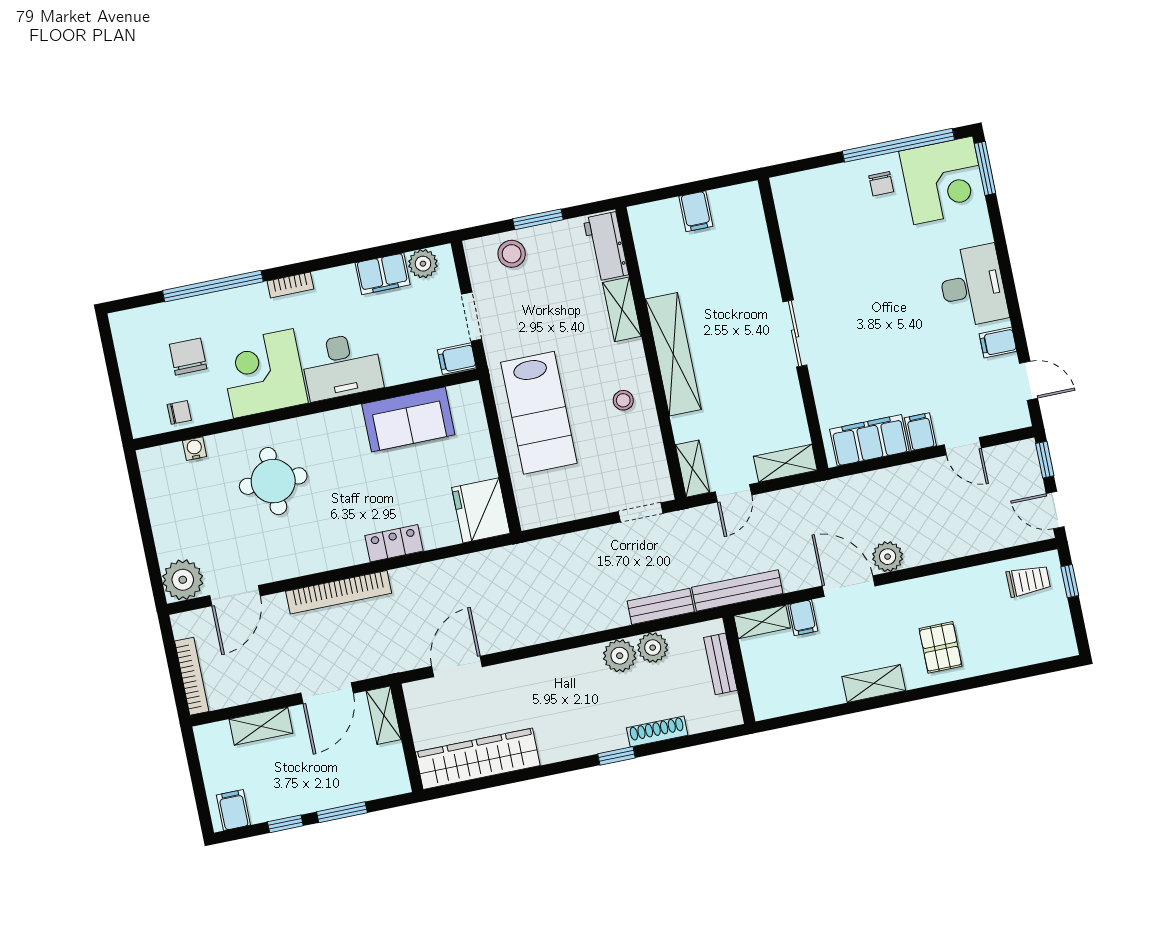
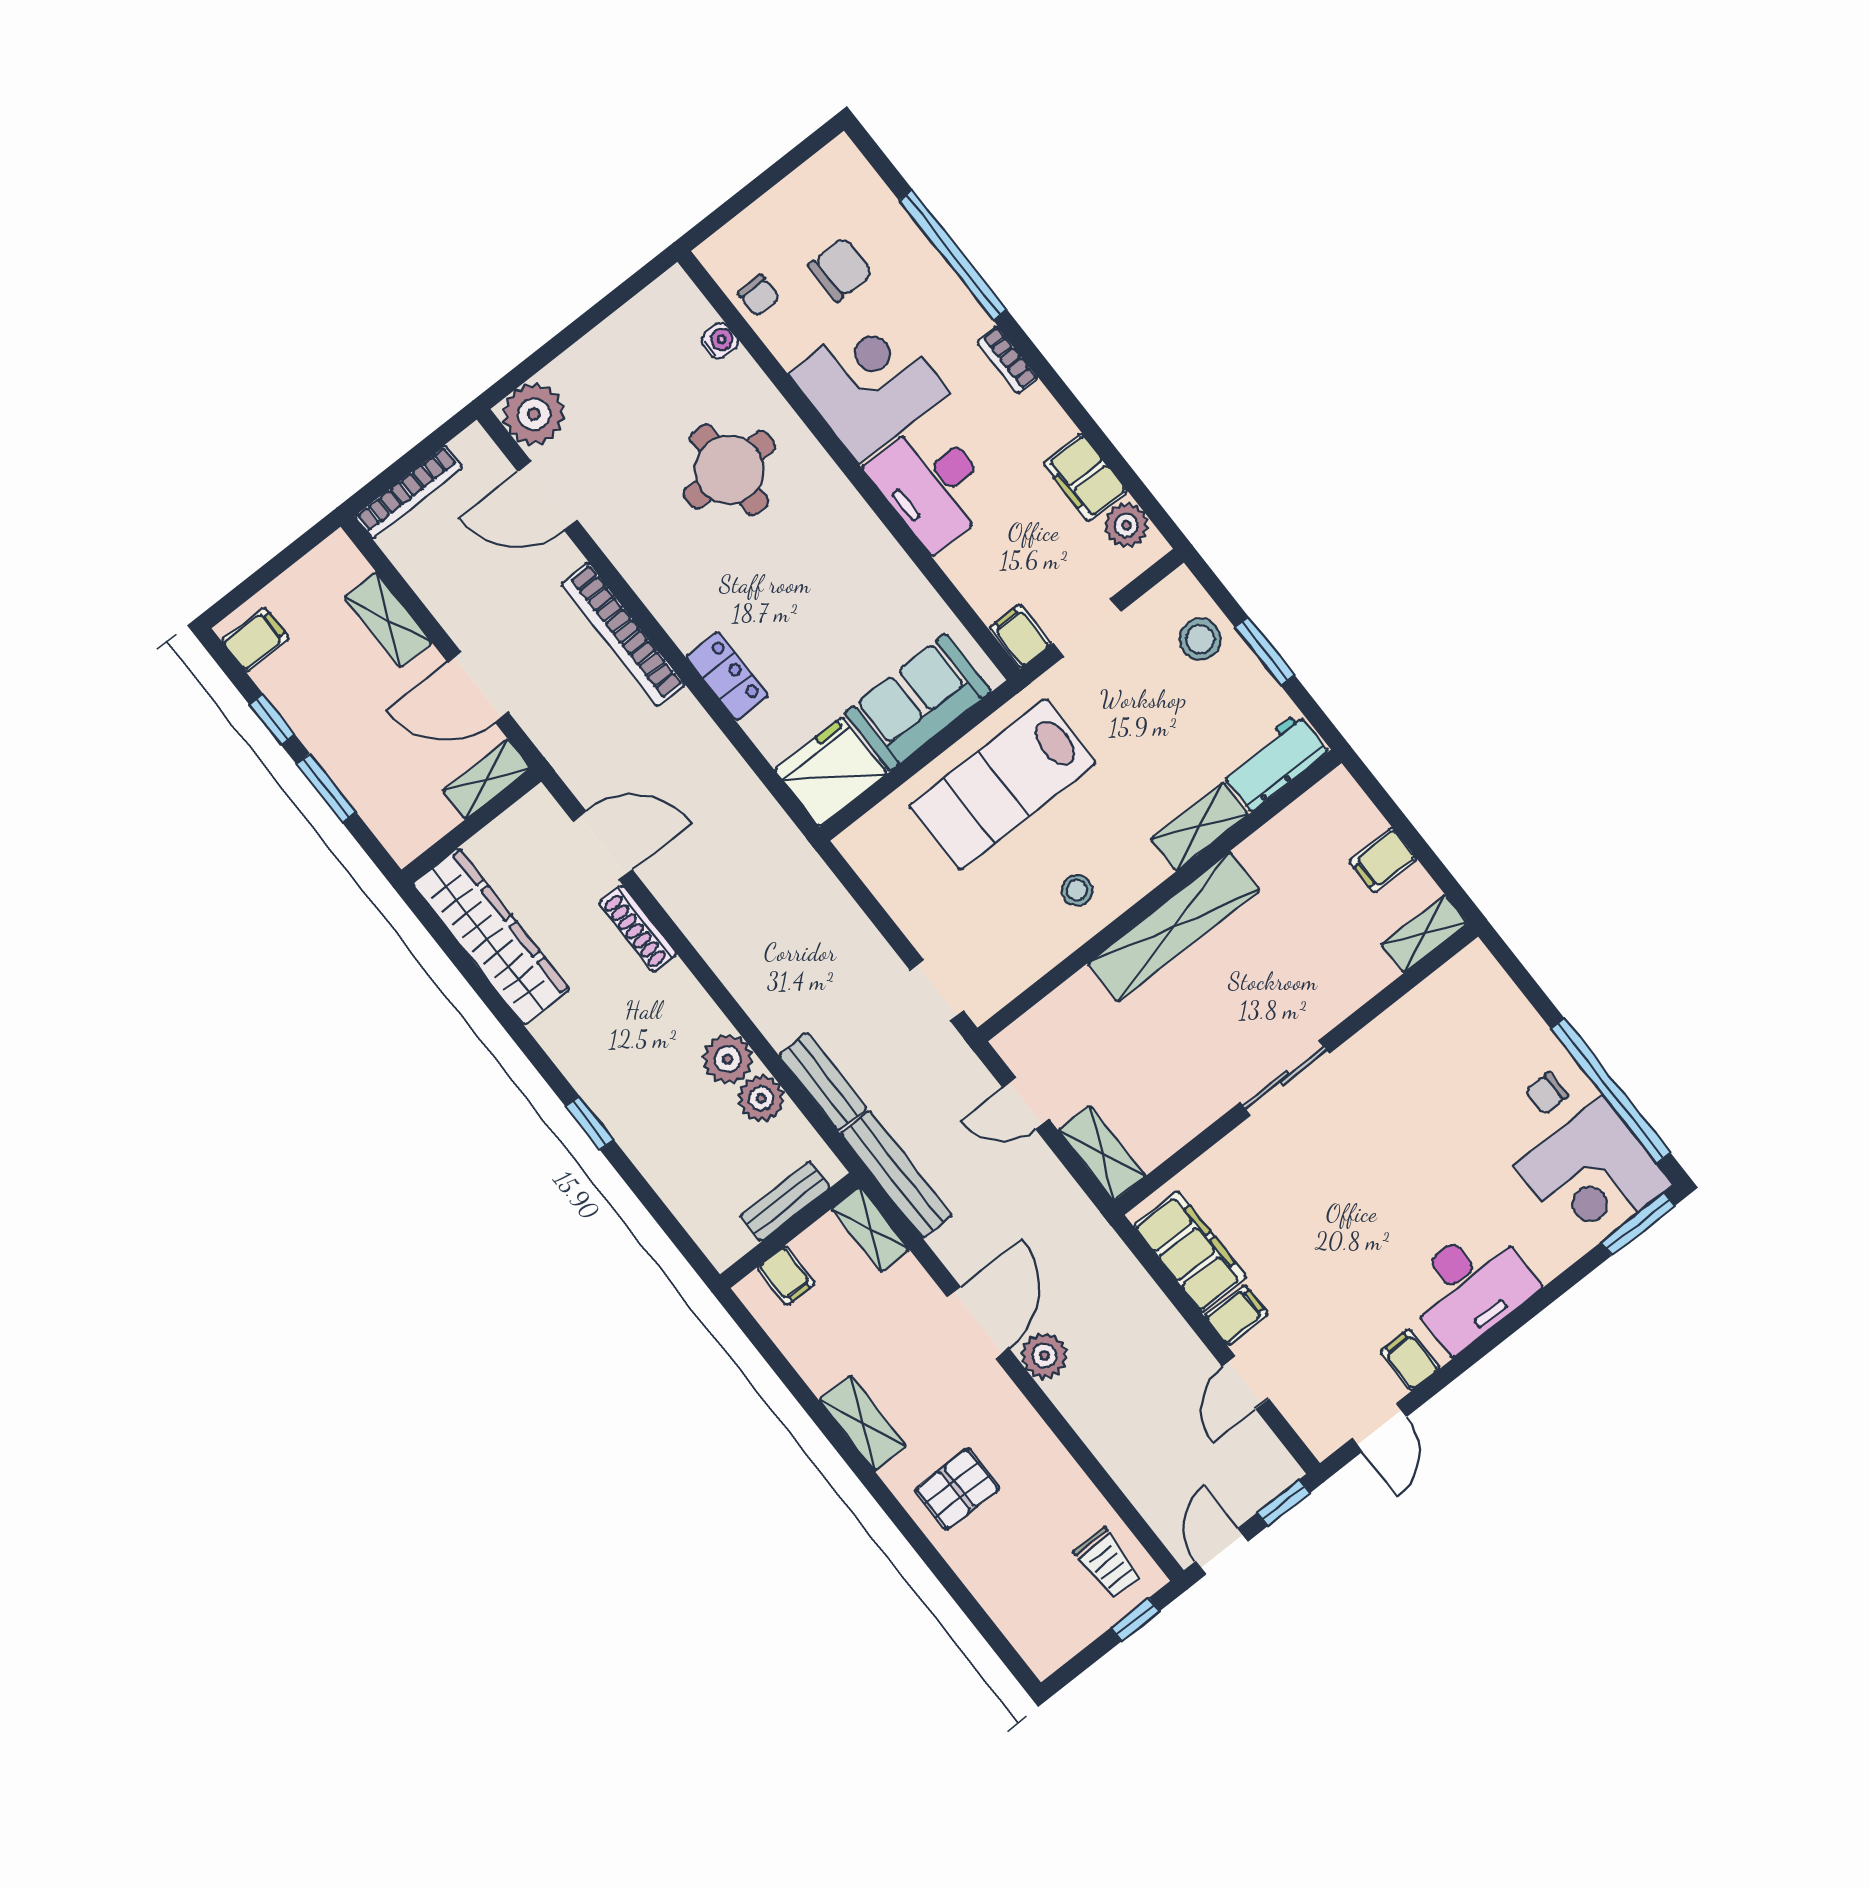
sofa: (408, 419) -> (918, 702), moved, turned 90
shelving: (692, 469) -> (1424, 934), moved
filing cabinet: (803, 618) -> (786, 1276), moved, turned -90
shoe rack: (657, 732) -> (638, 929), moved, turned 180

